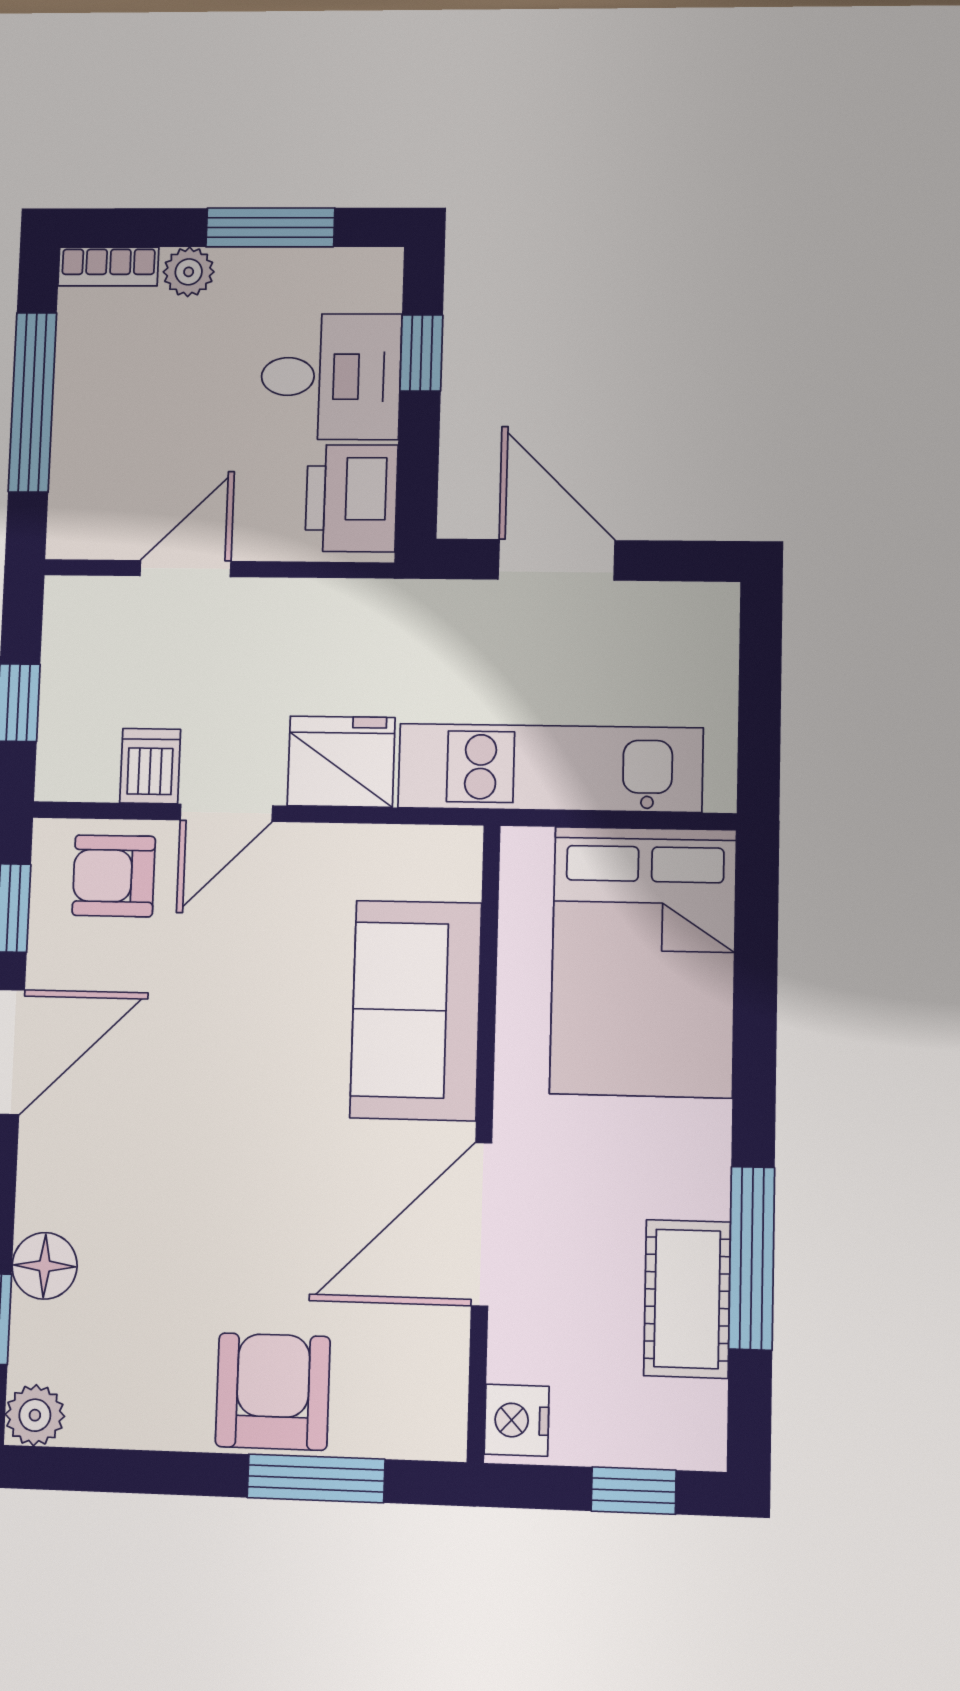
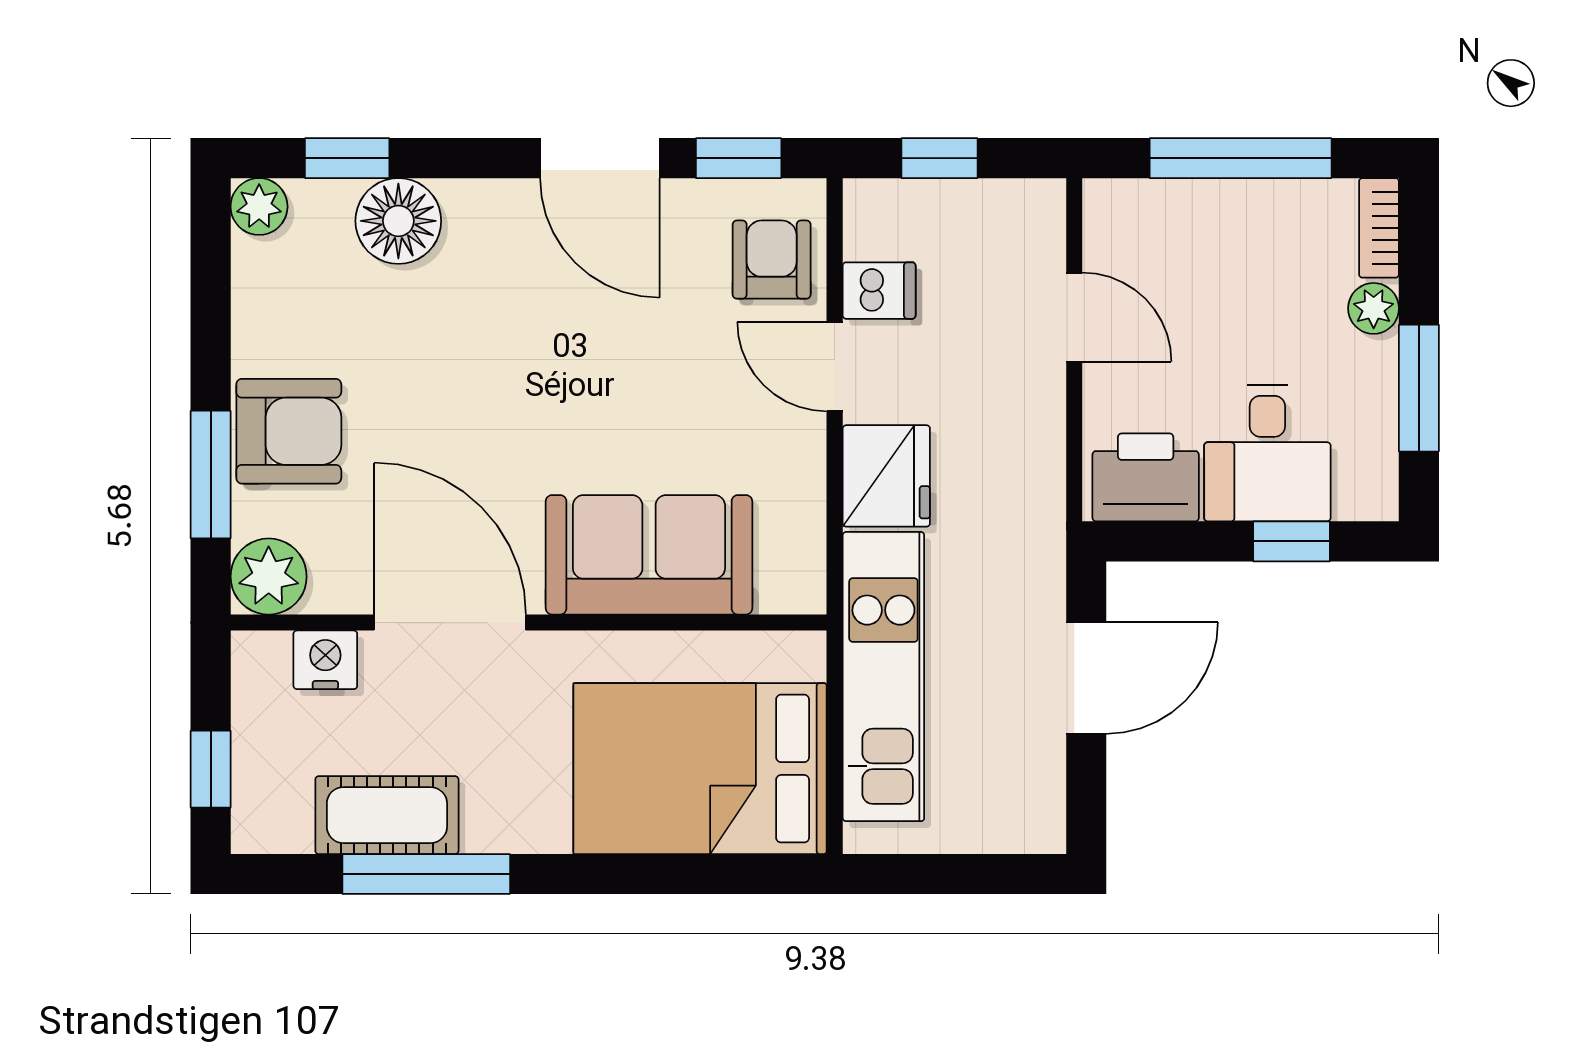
floor lamp: (45, 1266) -> (398, 221), width x1.38, depth x1.38
plant: (427, 1419) -> (269, 577), added
nightstand: (517, 1420) -> (325, 660), moved

